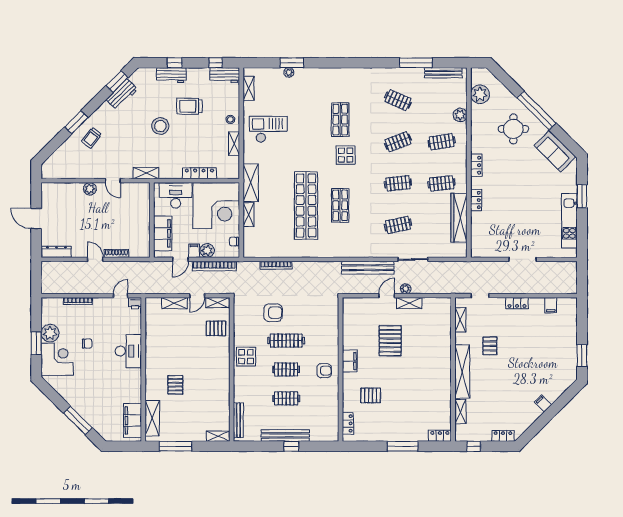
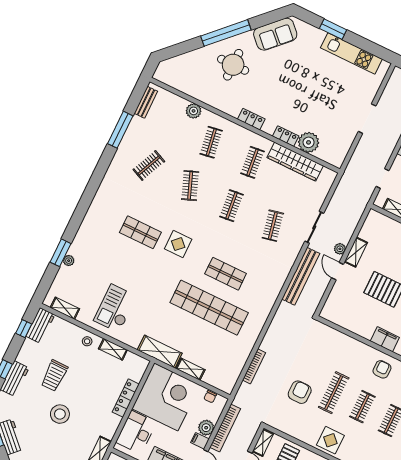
bench: (443, 73) -> (146, 102), width x0.73
plant: (480, 94) -> (309, 142), moved

